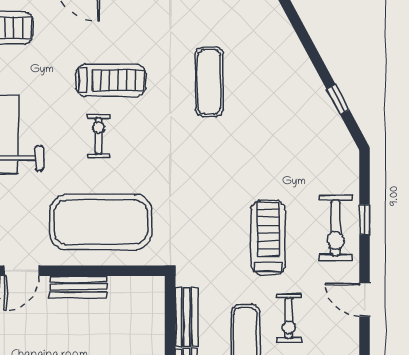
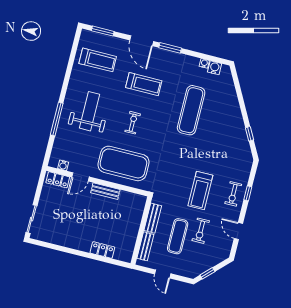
treadmill: (111, 80) -> (144, 84), moved
exercise mat: (209, 82) -> (191, 110), width x1.36, depth x1.45
exercise bike: (336, 228) -> (233, 194), width x0.73, depth x0.72
treadmill: (268, 238) -> (200, 190), turned 180

